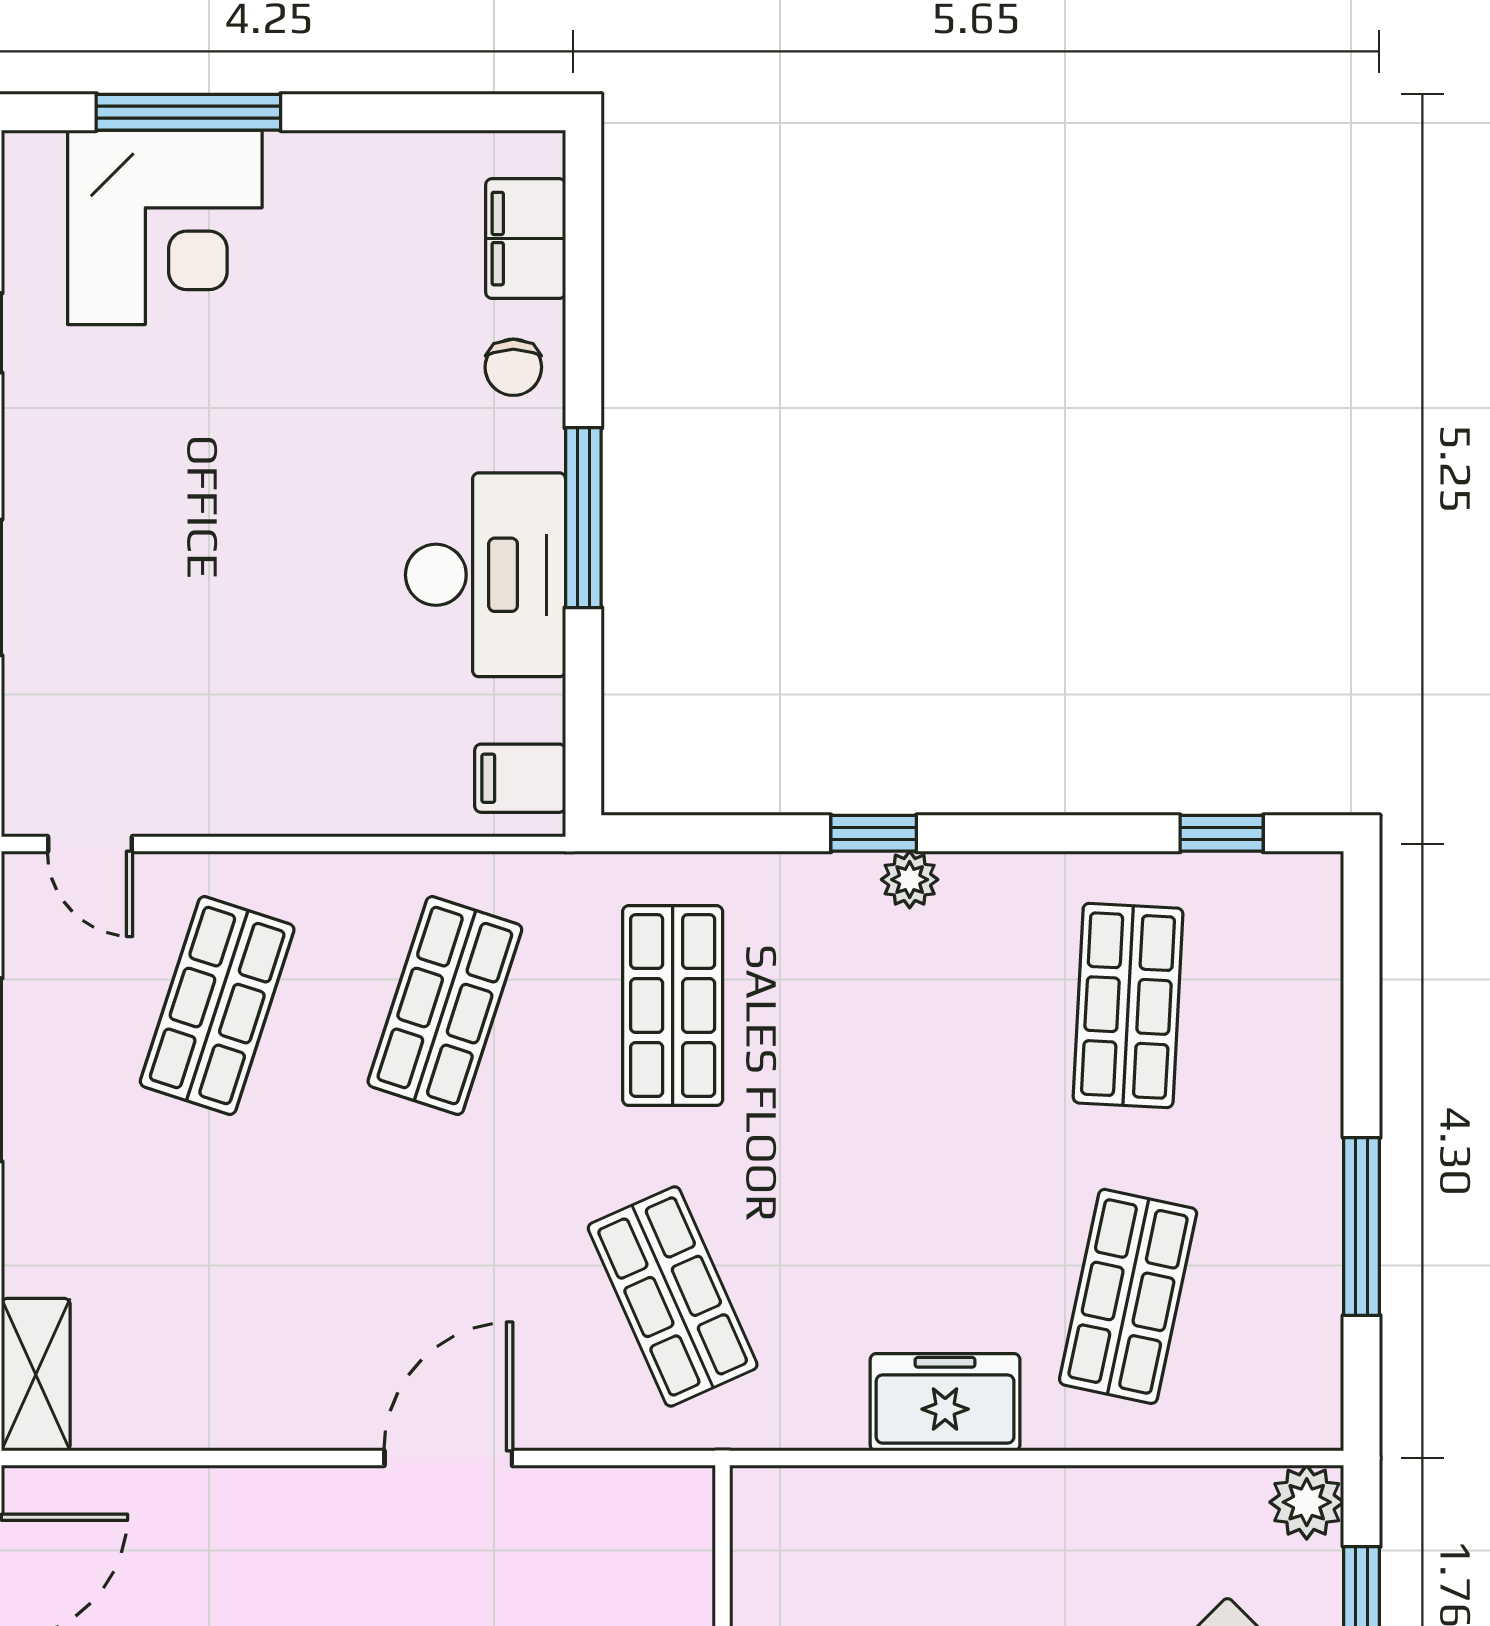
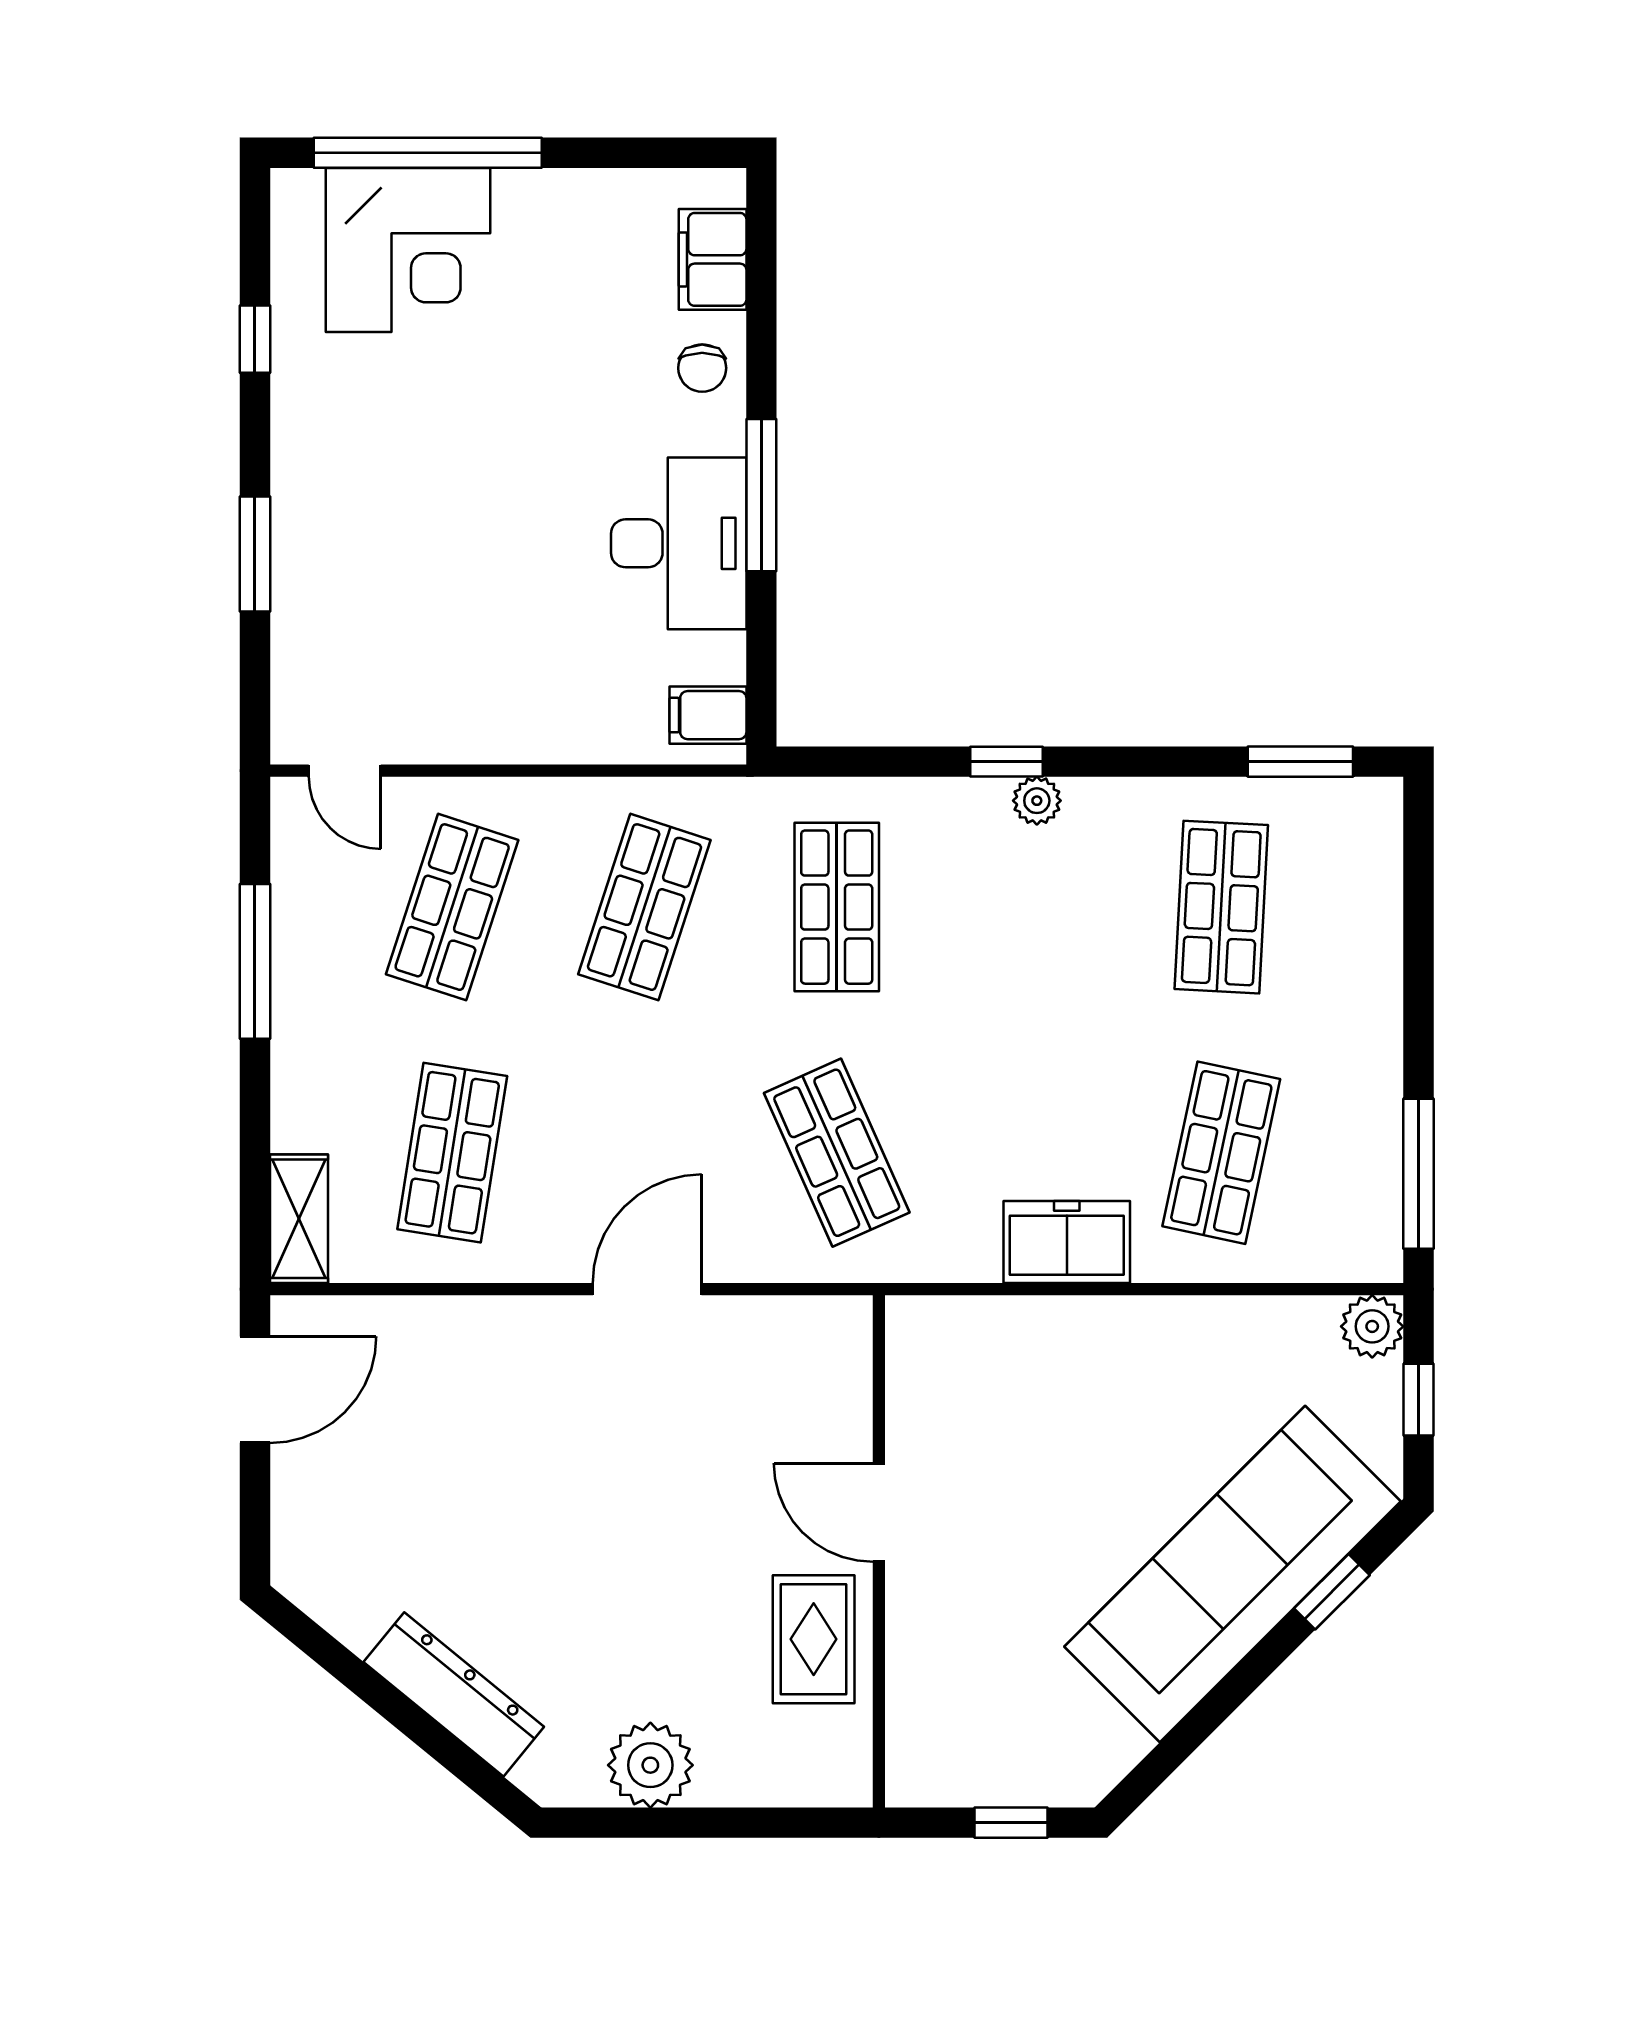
window: (188, 112) -> (428, 153), width x1.46
window: (1222, 833) -> (1300, 762), width x1.50
window: (1362, 1226) -> (1419, 1174), moved
shop shelf: (217, 1296) -> (452, 1153), added

